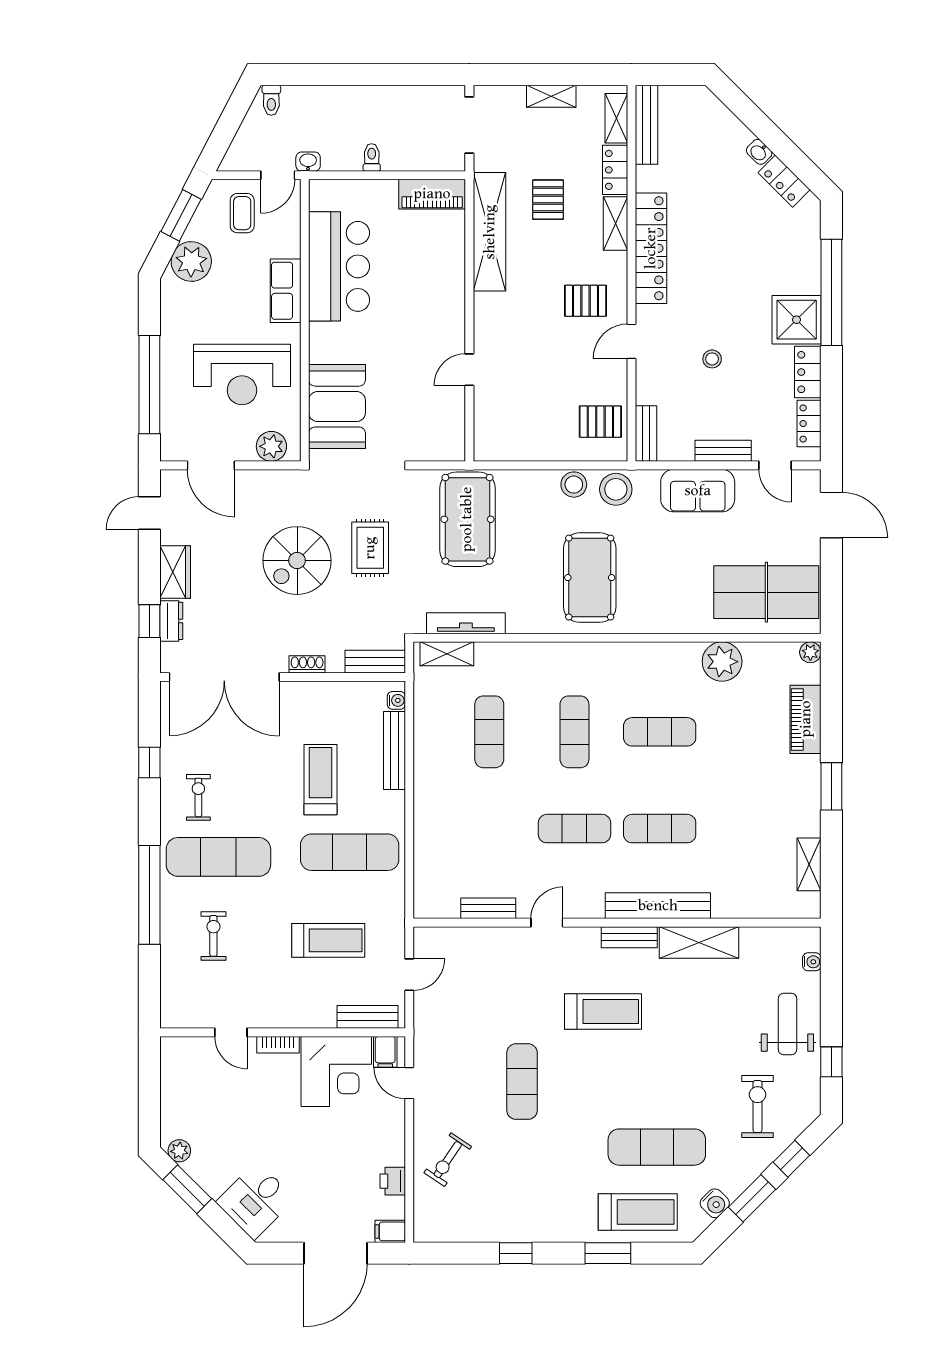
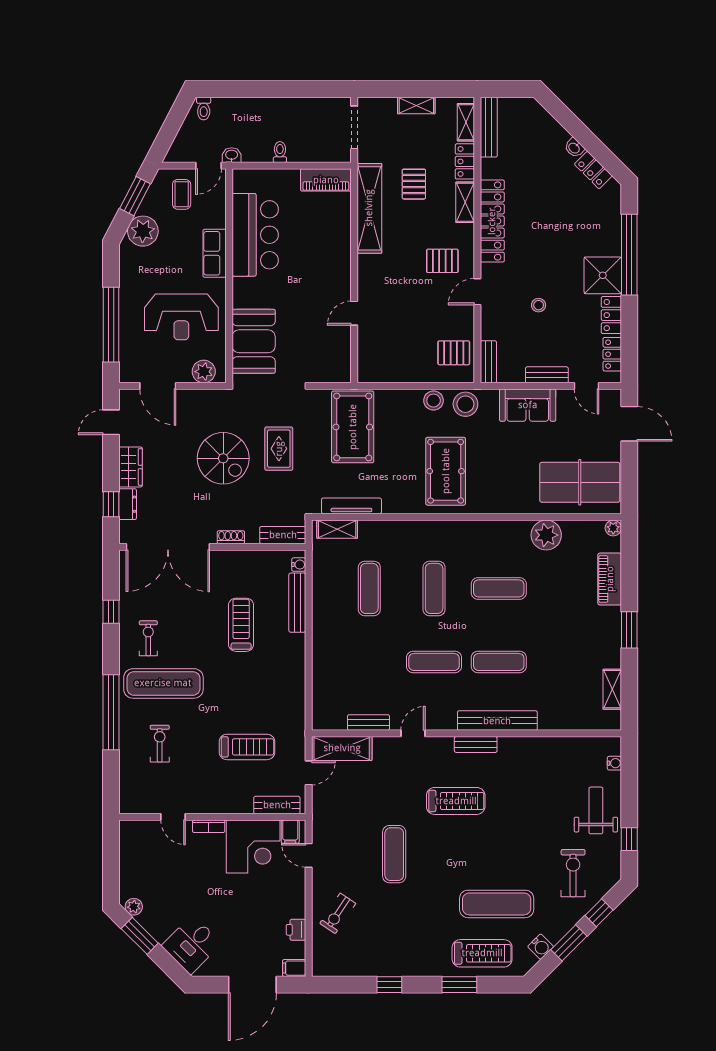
spiral stairs: (297, 561) -> (223, 458), turned -90
exercise mat: (350, 852) -> (263, 680), removed
shelving: (699, 942) -> (342, 748), moved

